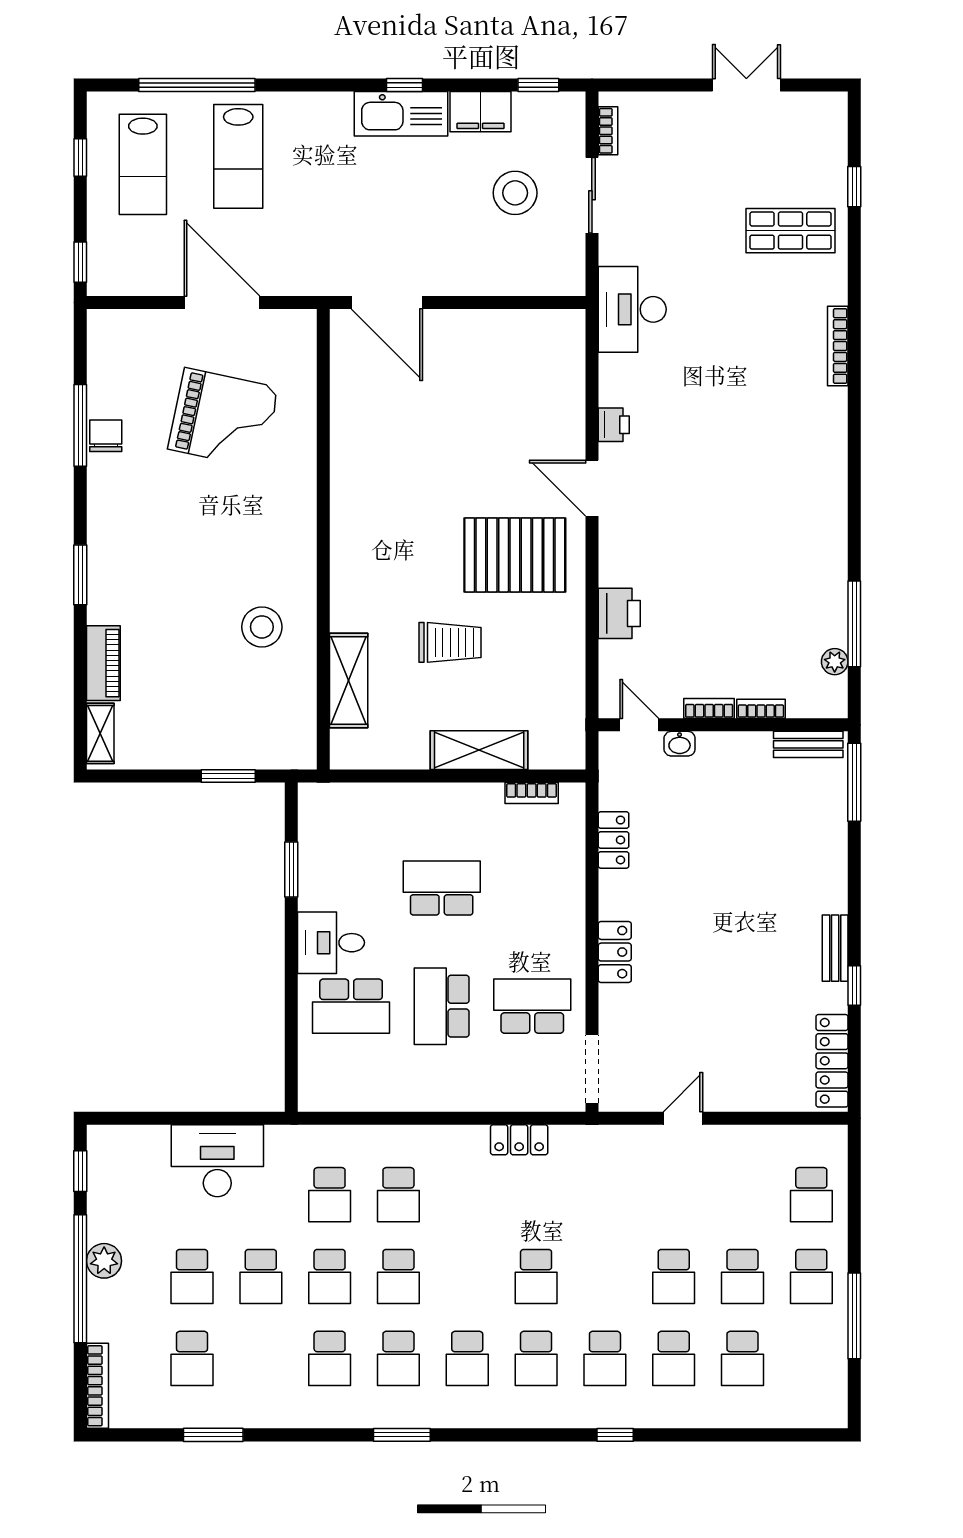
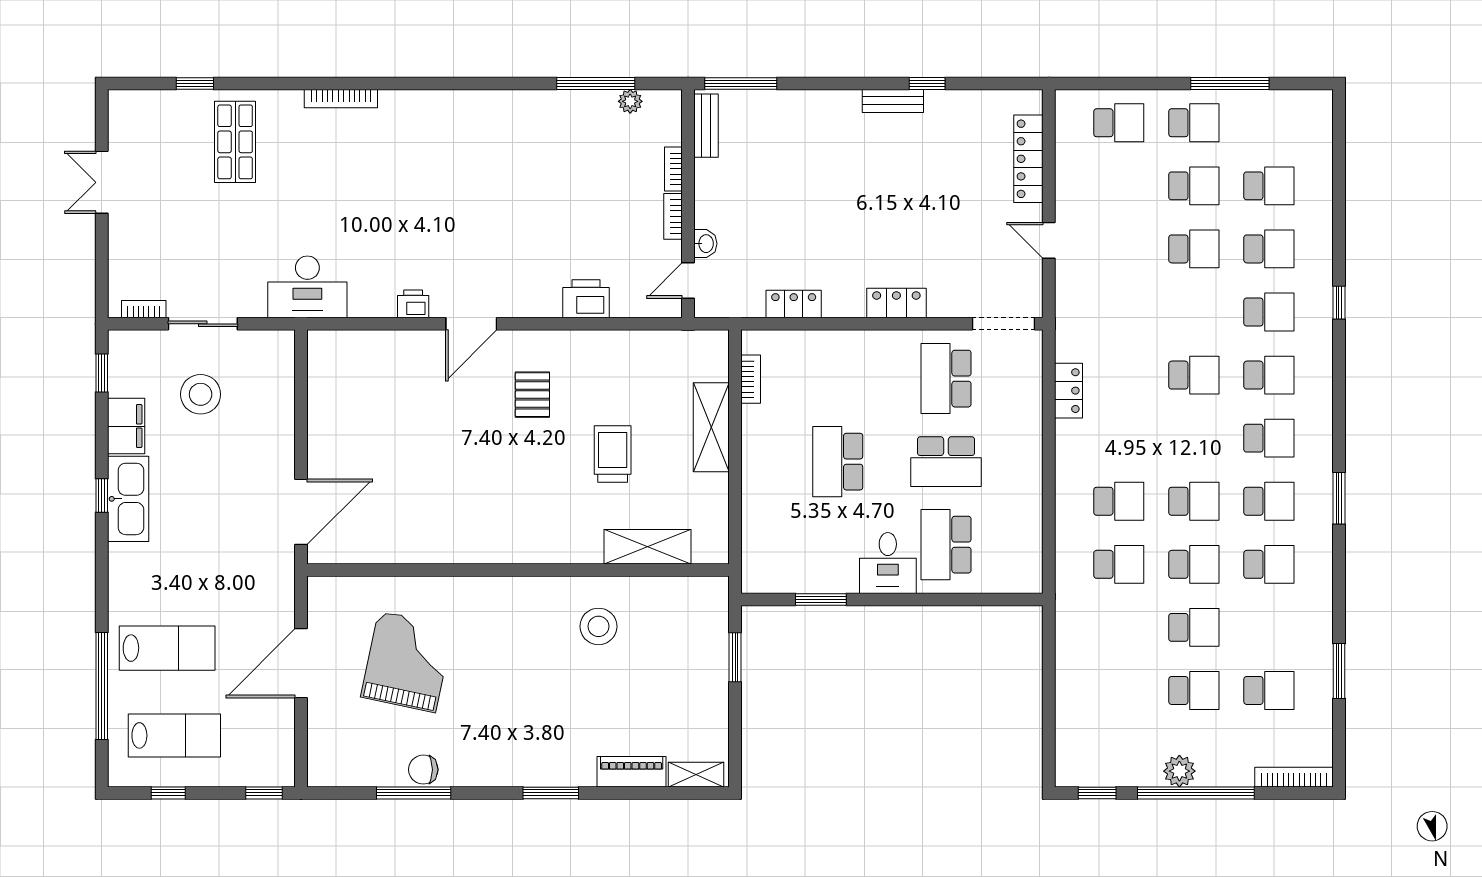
pallet: (515, 555) -> (532, 395), width x0.49, depth x0.50
school desk: (351, 1006) -> (946, 545), turned 180
locker: (832, 1061) -> (1028, 159), moved, turned 90
desk: (217, 1161) -> (1088, 667), removed

